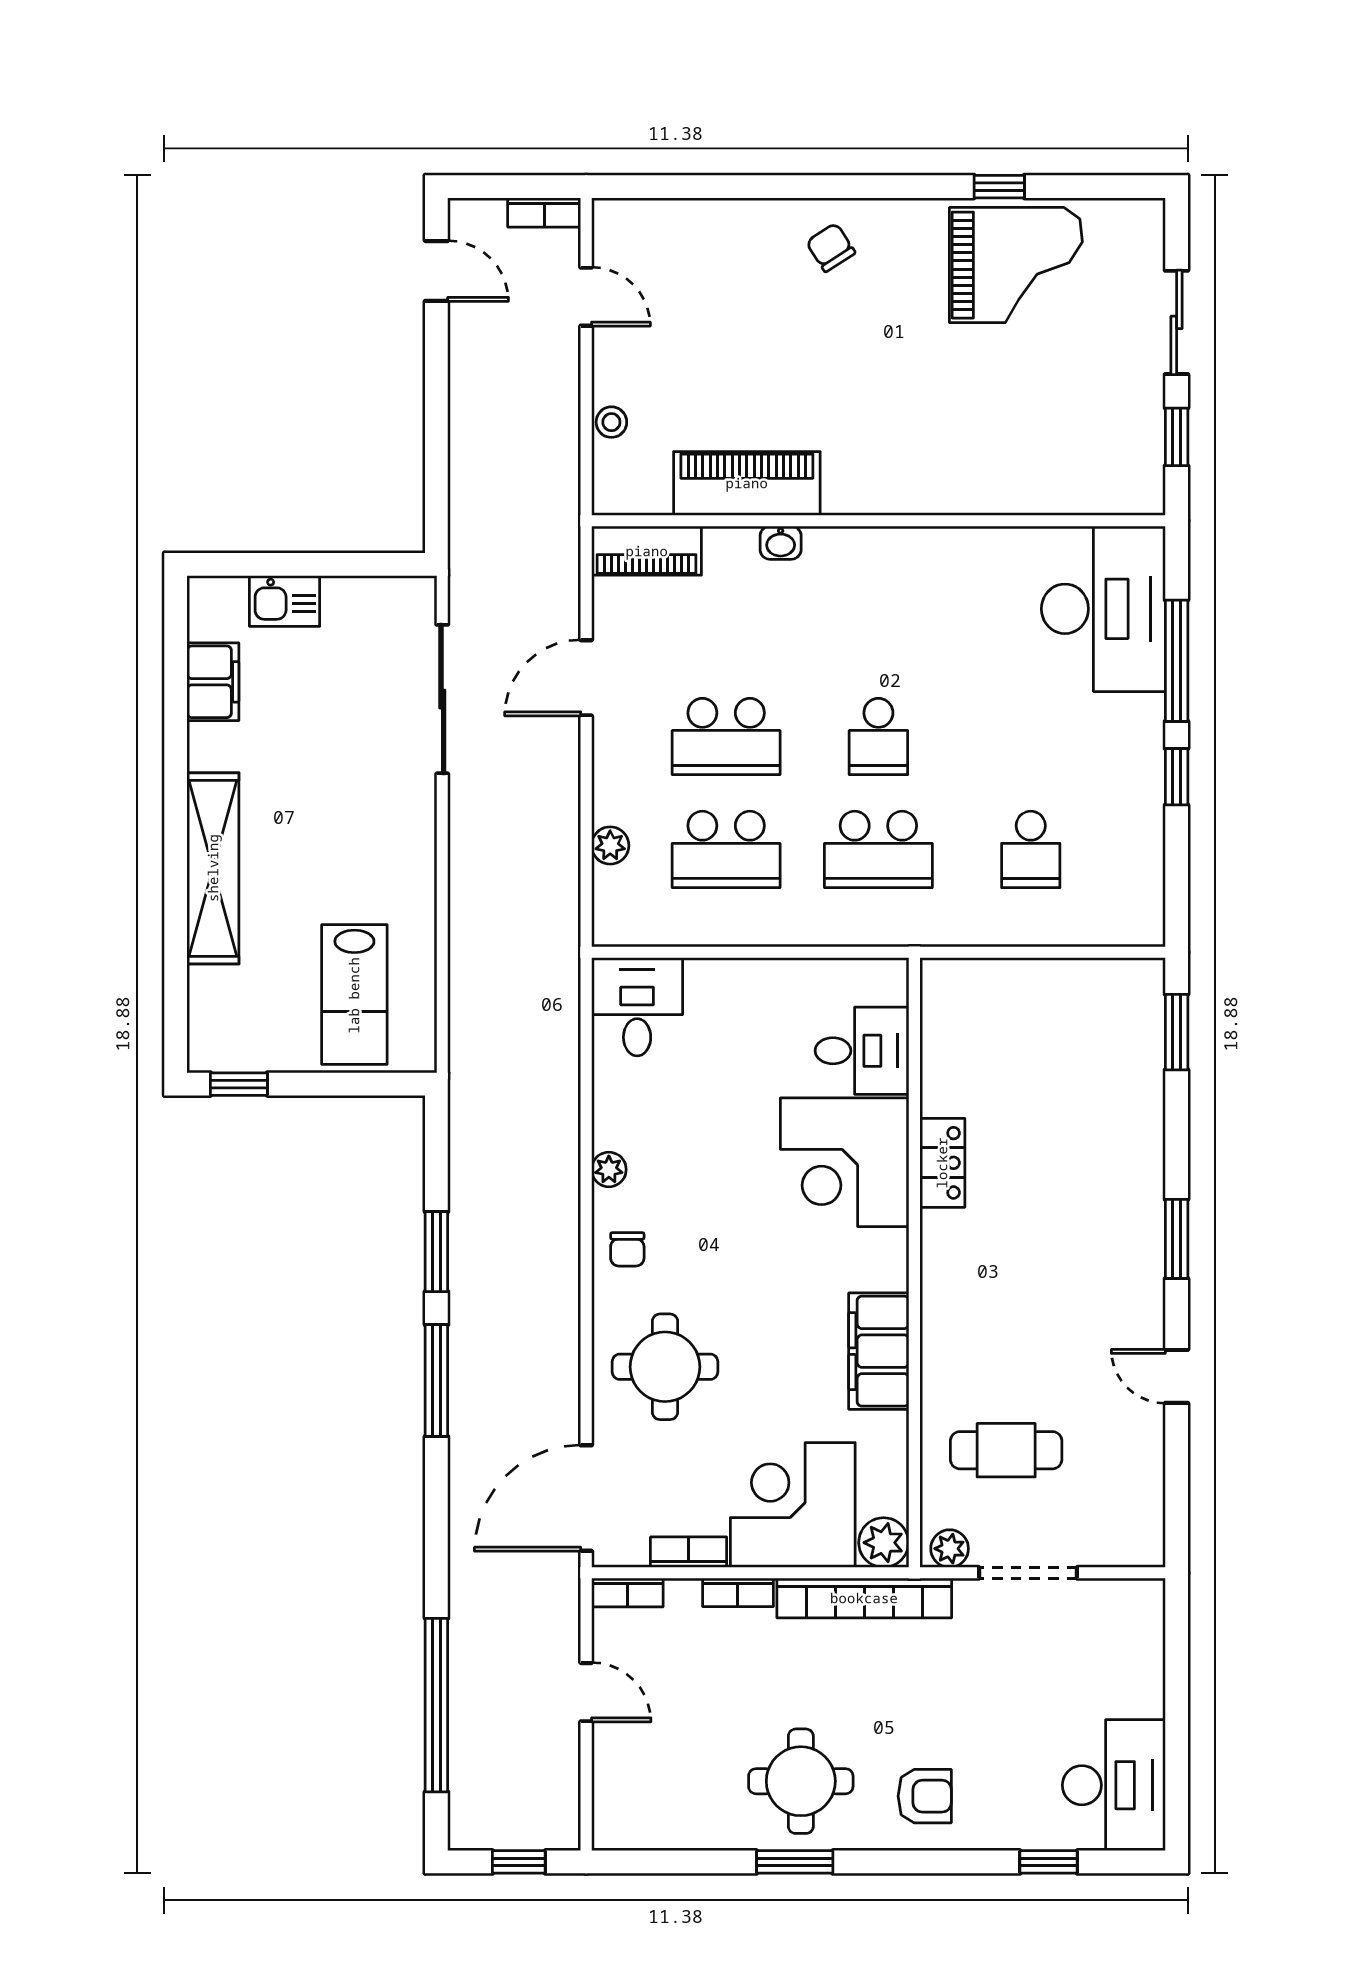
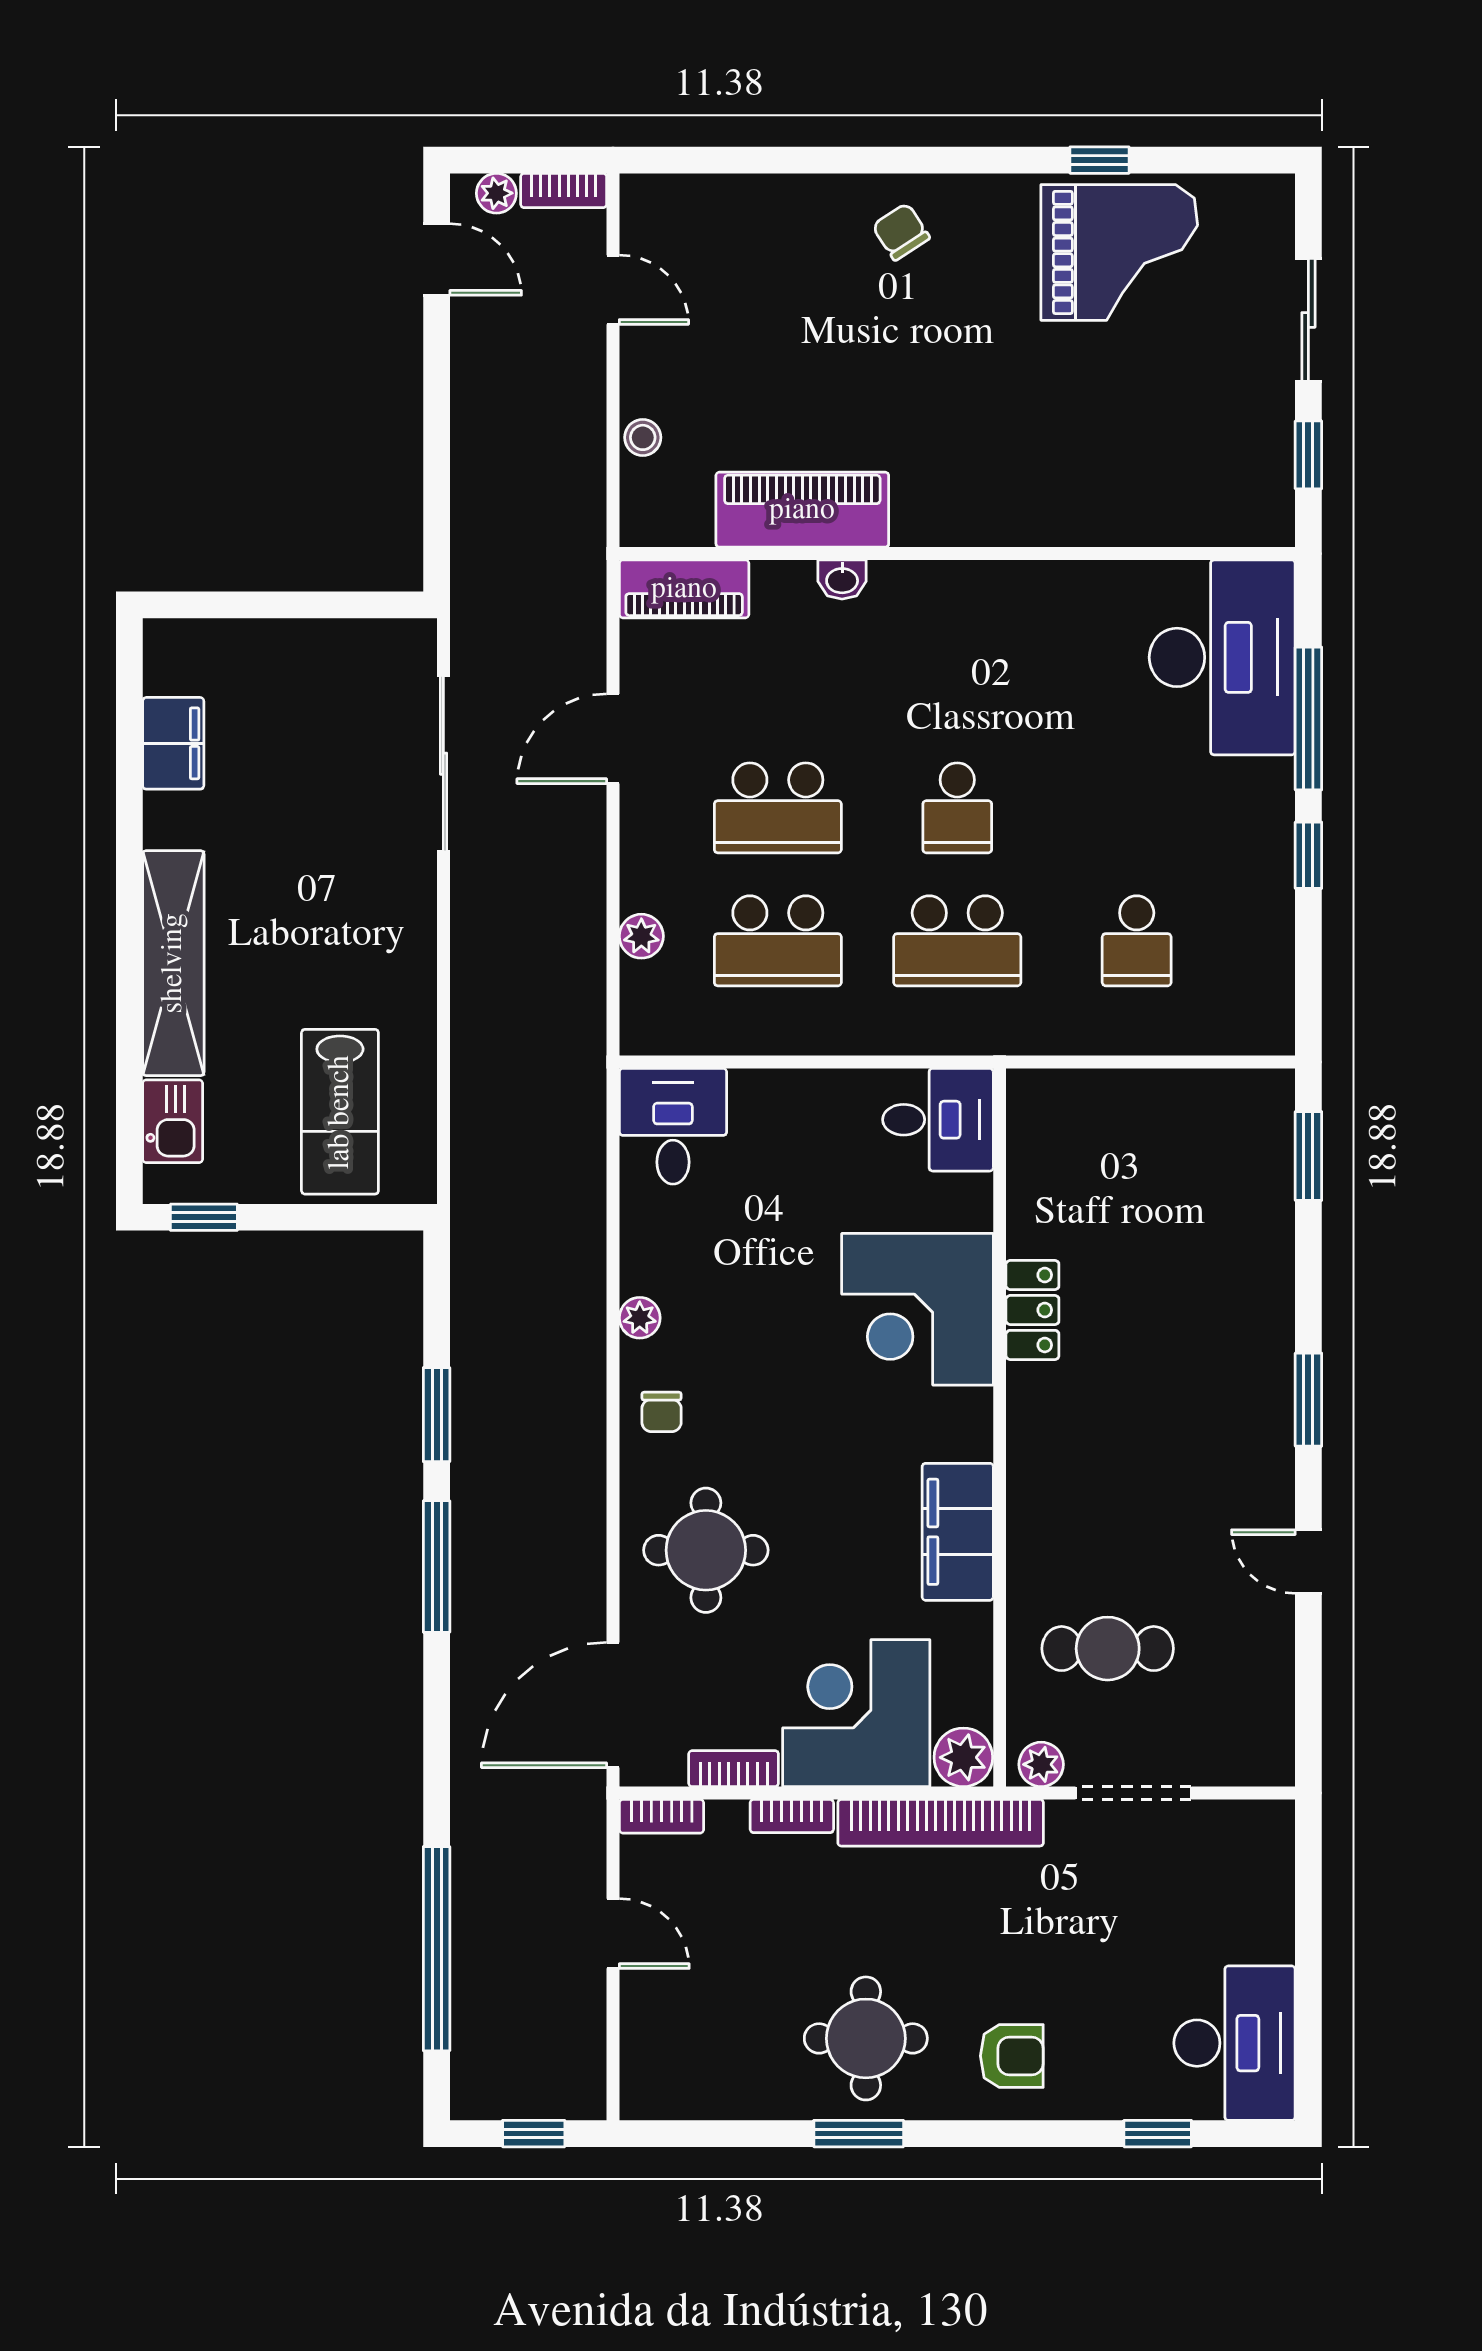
plant: (487, 215) -> (496, 193), added
kitchen sink: (285, 601) -> (173, 1121), moved, turned -90
desk: (862, 1051) -> (938, 1120), moved

